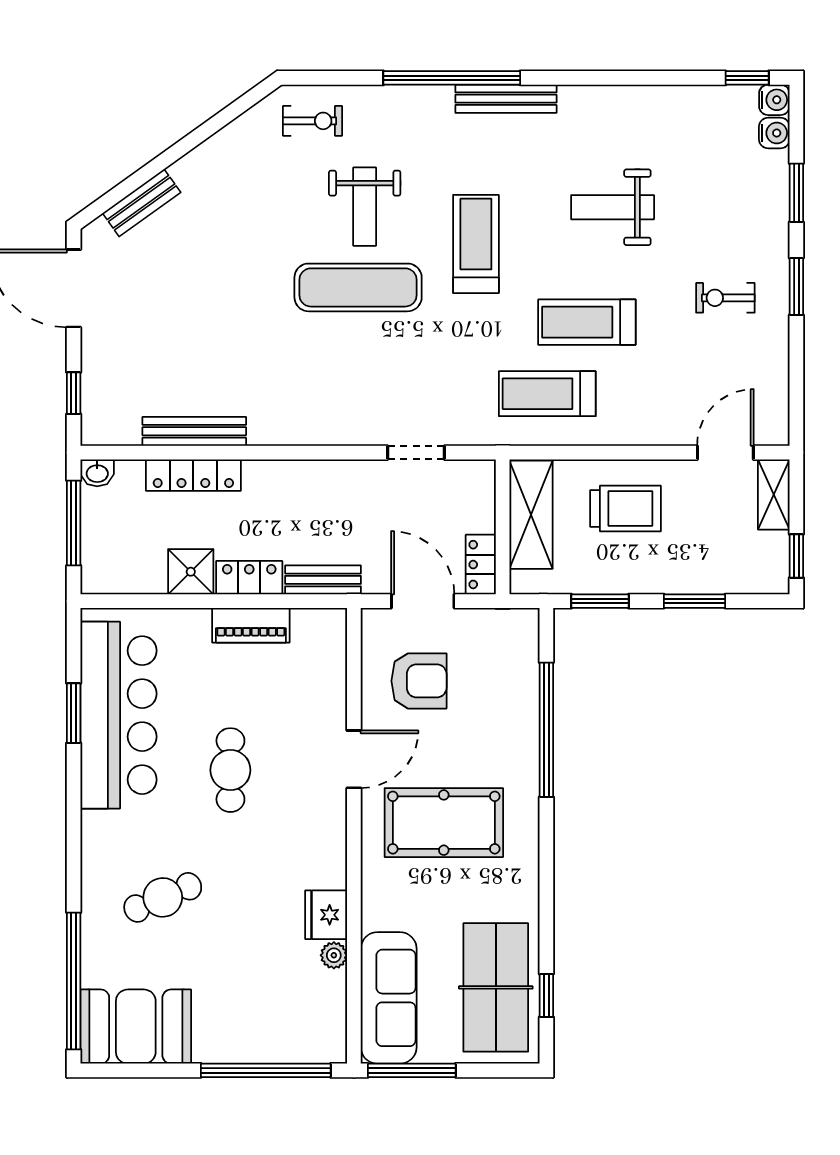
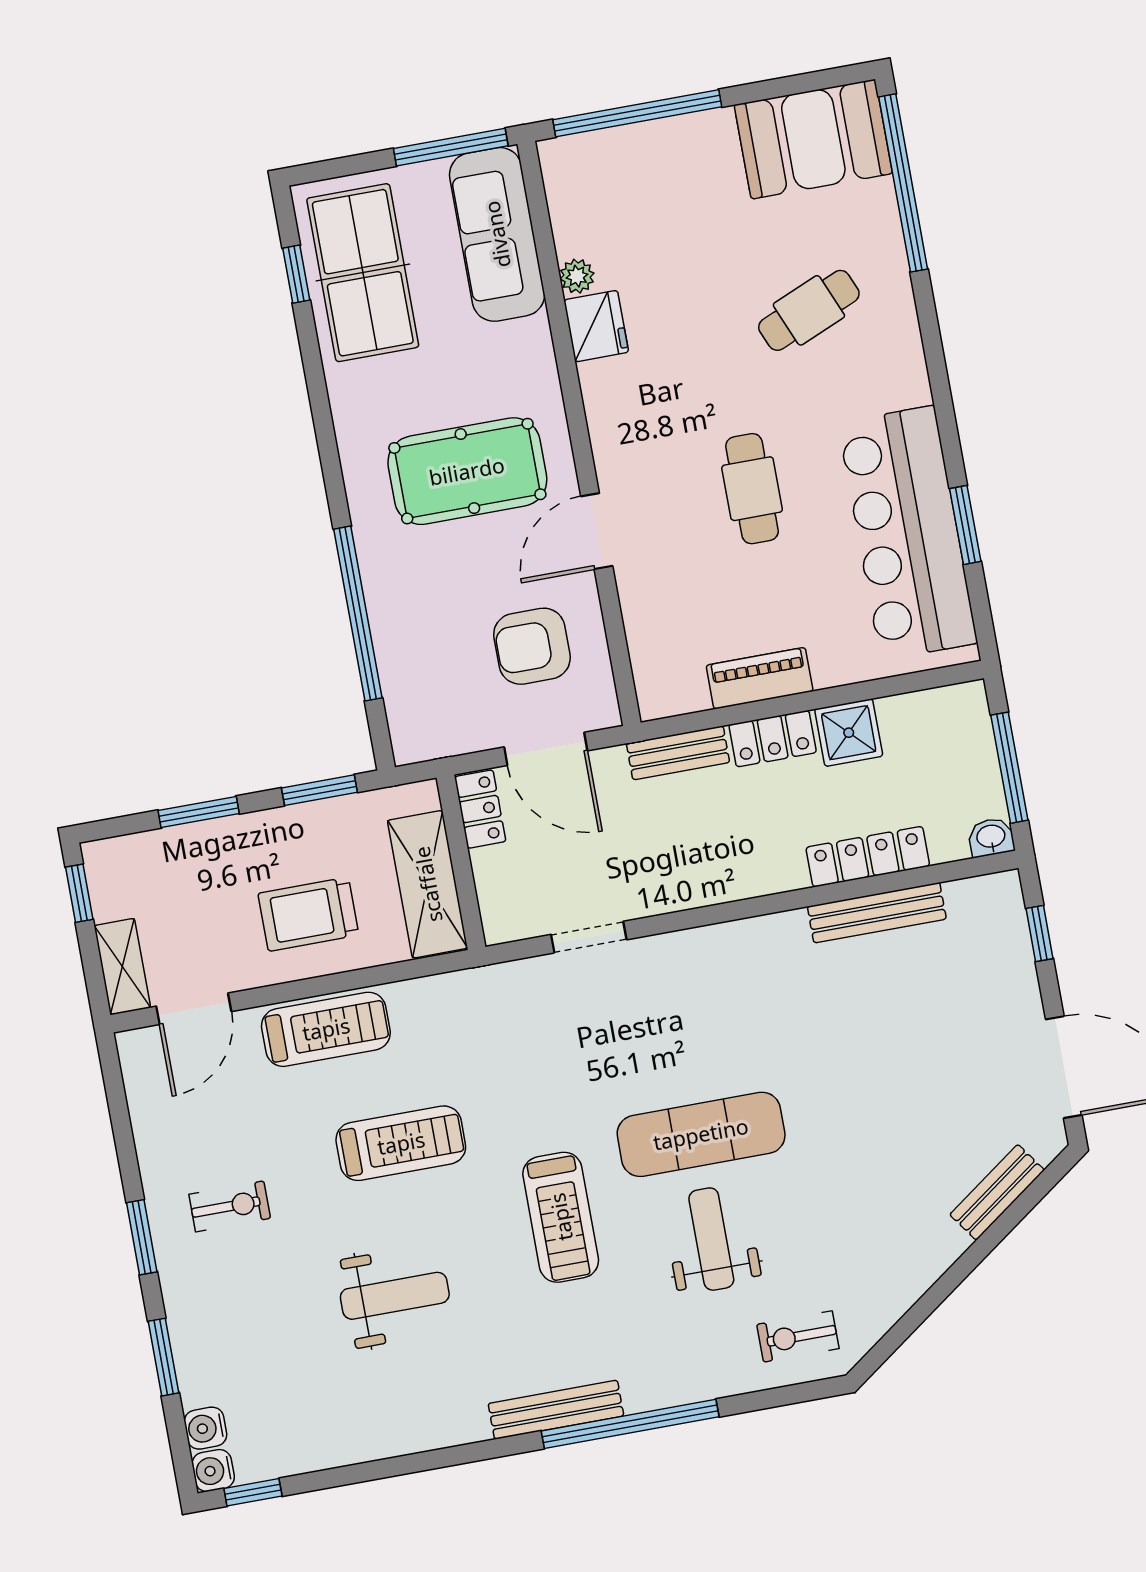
treadmill: (547, 394) -> (326, 1029), moved

